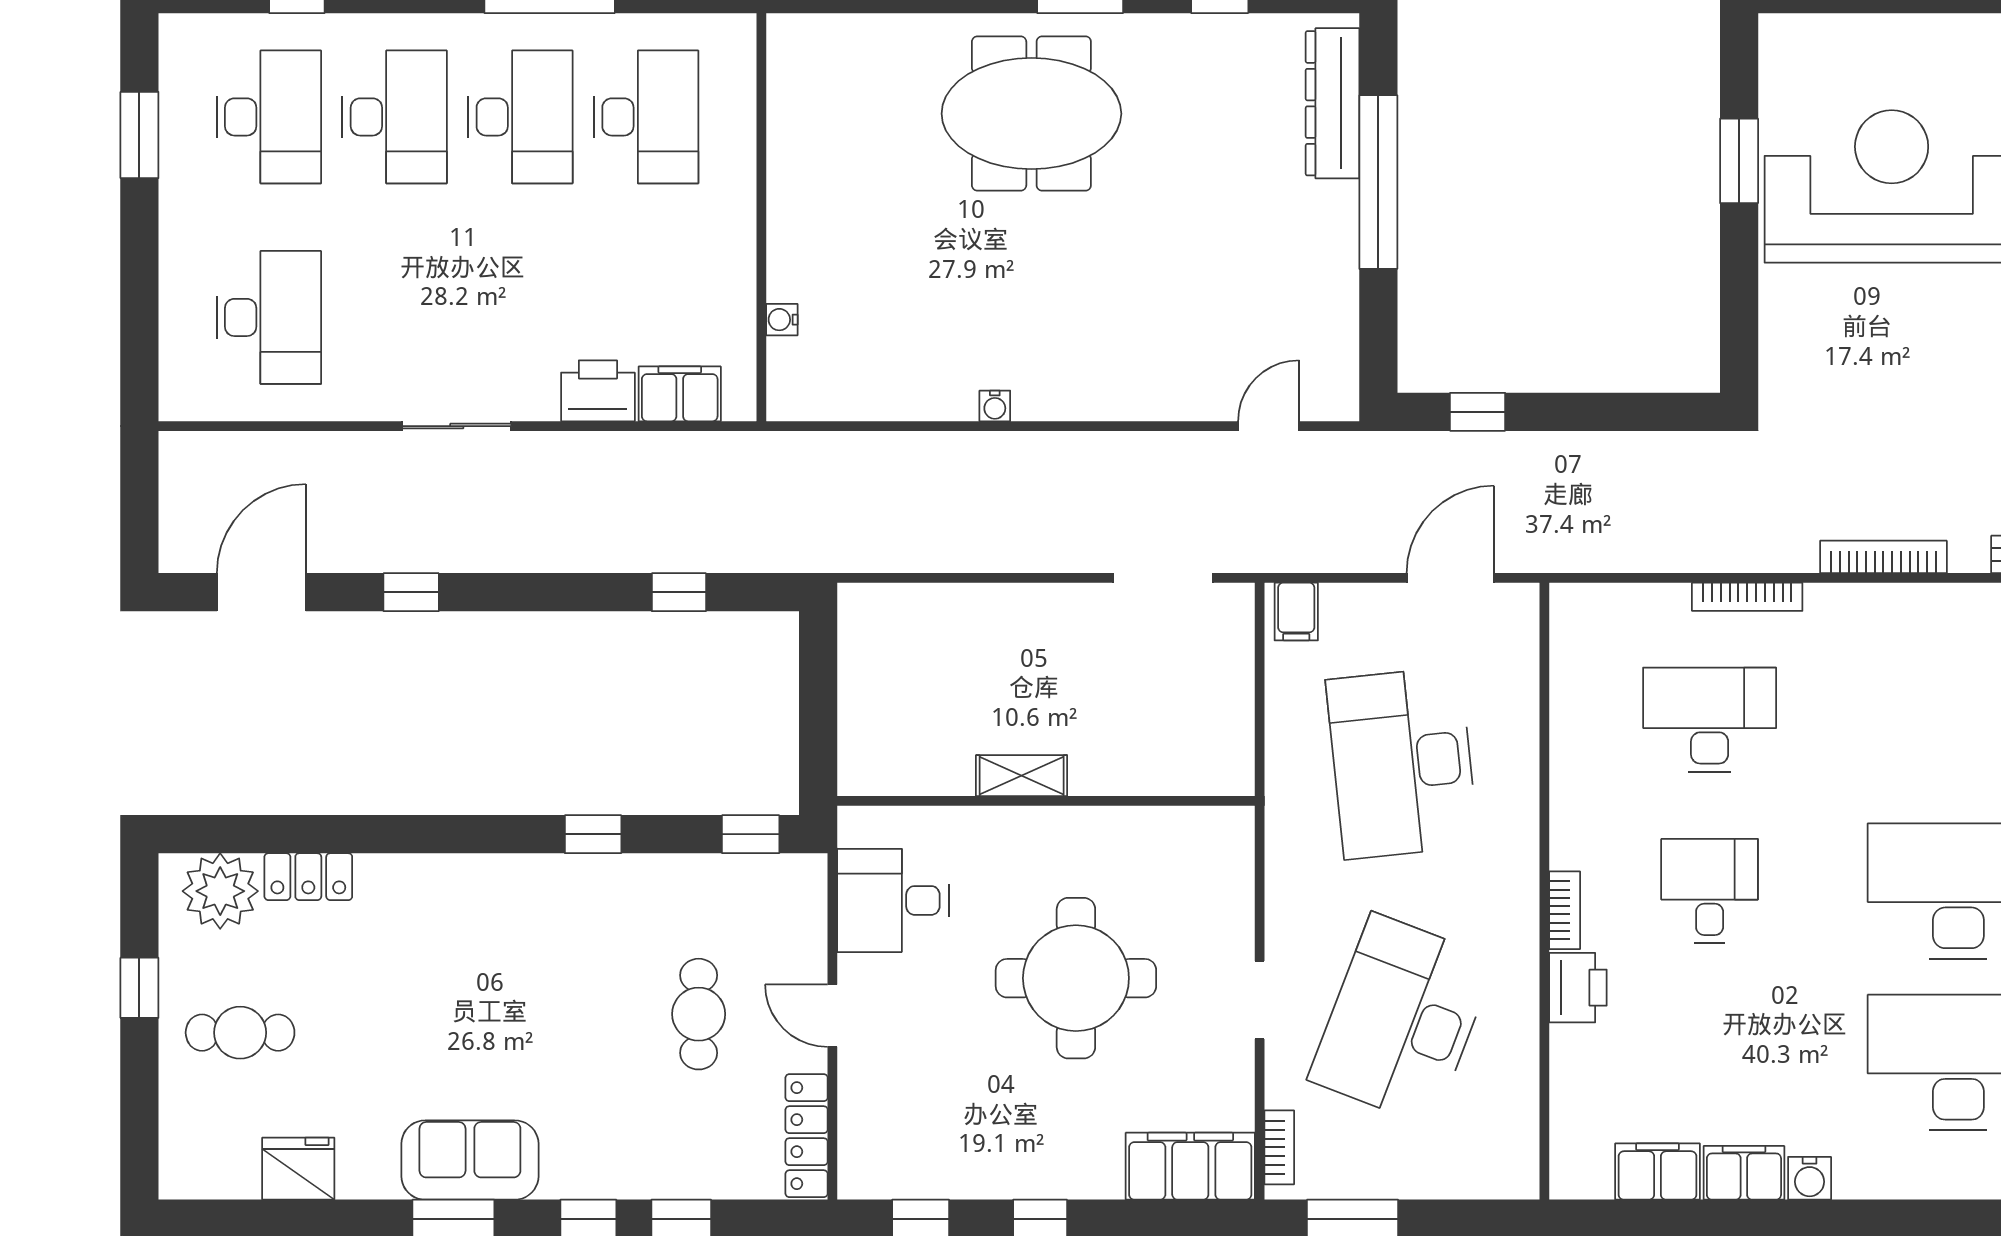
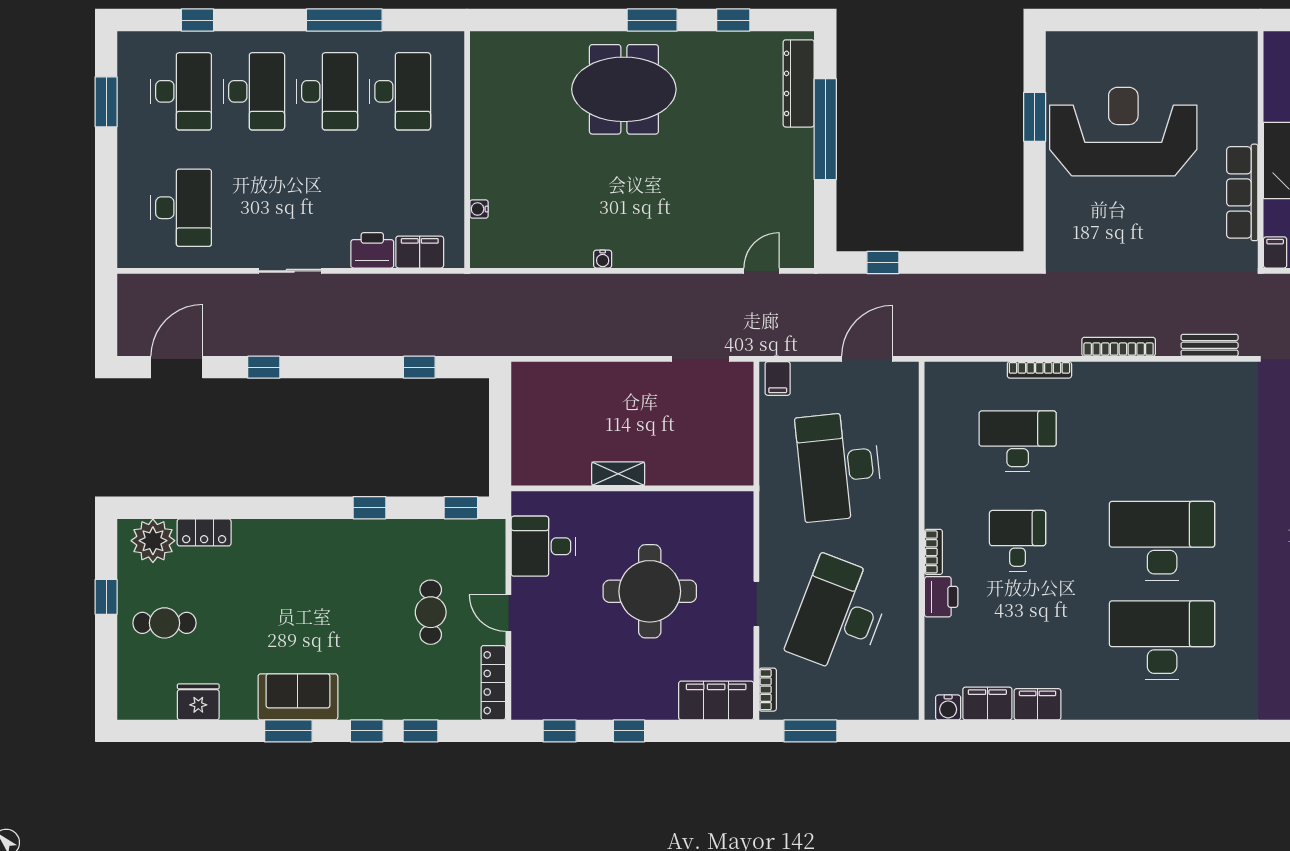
water cooler: (1810, 1178) -> (948, 707), moved

